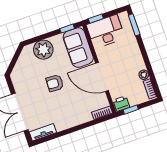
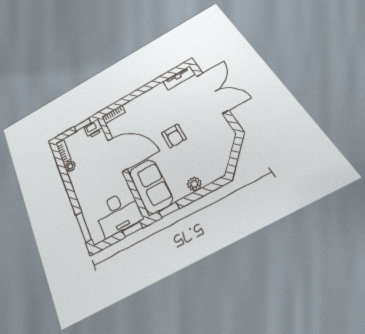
plant: (43, 50) -> (194, 184), width x0.53, depth x0.53
armchair: (55, 83) -> (174, 136), turned 87

